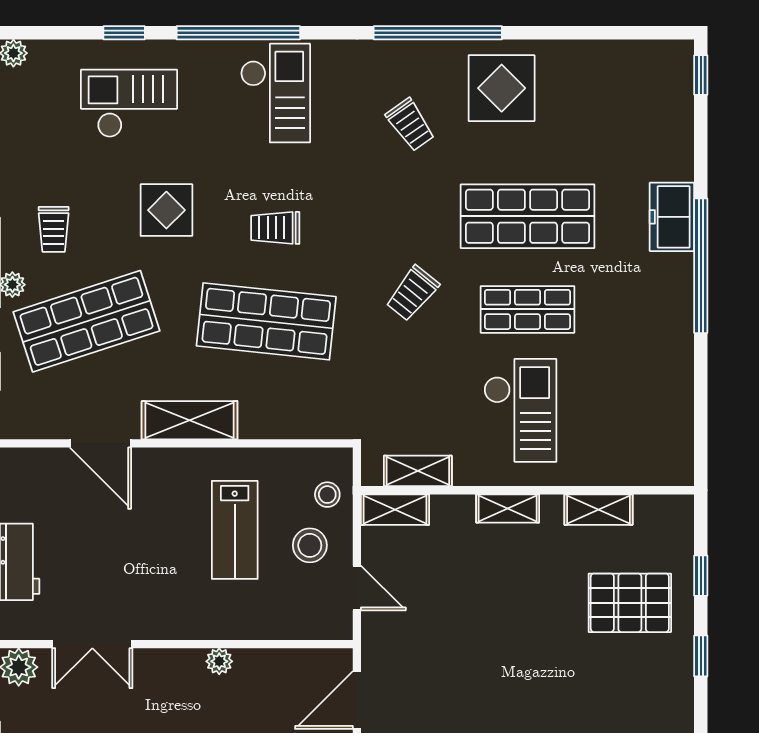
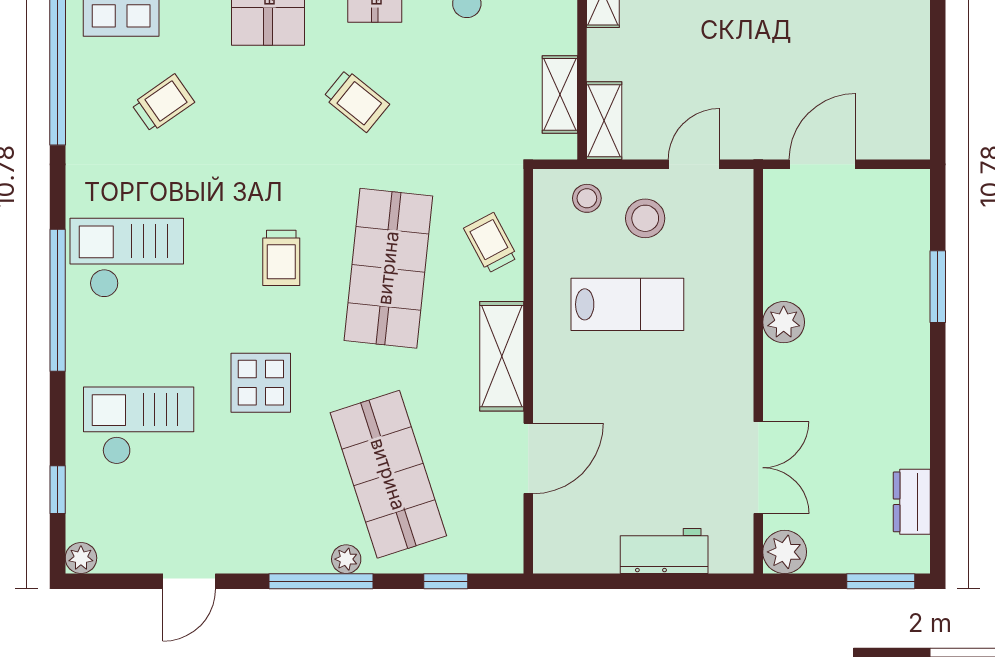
window: (124, 33) -> (58, 490), moved
checkout: (129, 103) -> (139, 426), turned 90
trolley: (54, 229) -> (491, 243), moved, turned -118
plant: (219, 661) -> (784, 322), width x1.38, depth x1.38
door: (357, 700) -> (822, 164), swing flipped

